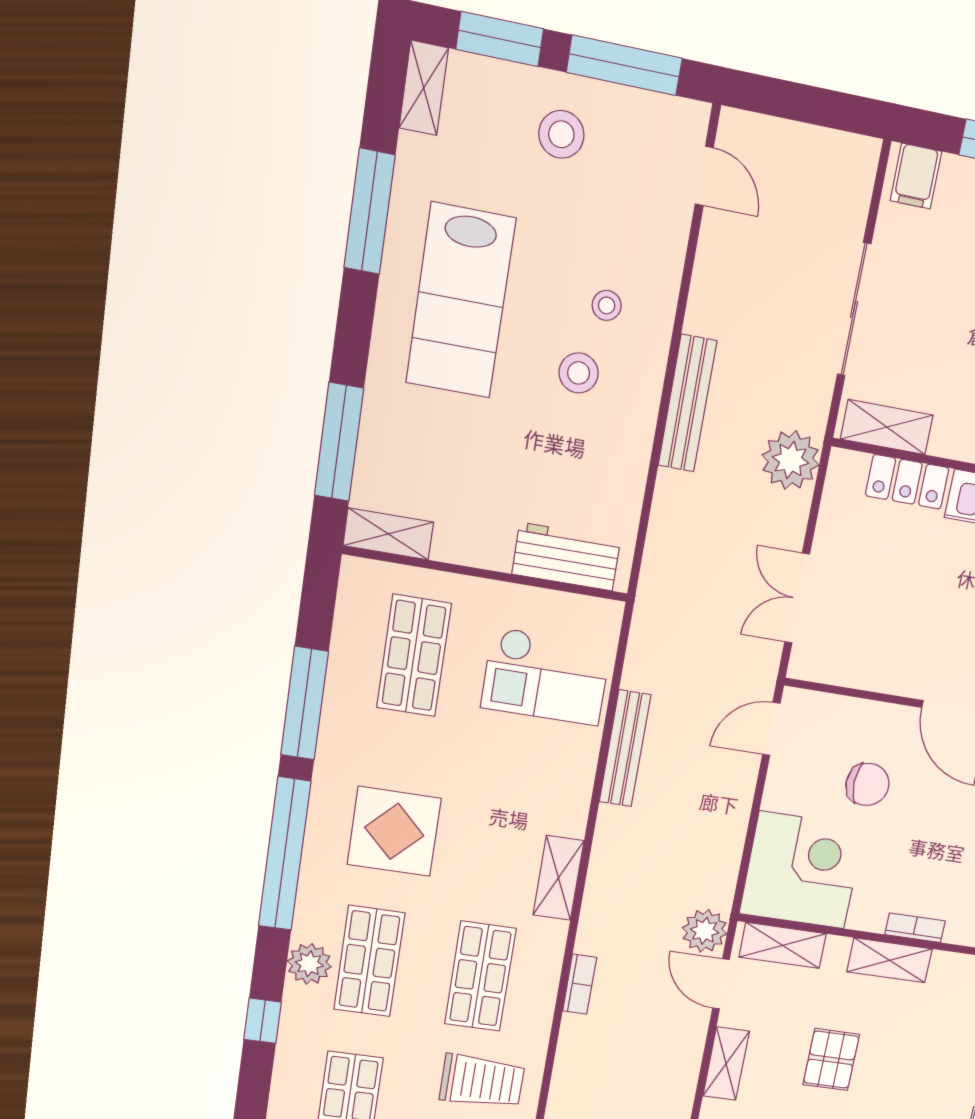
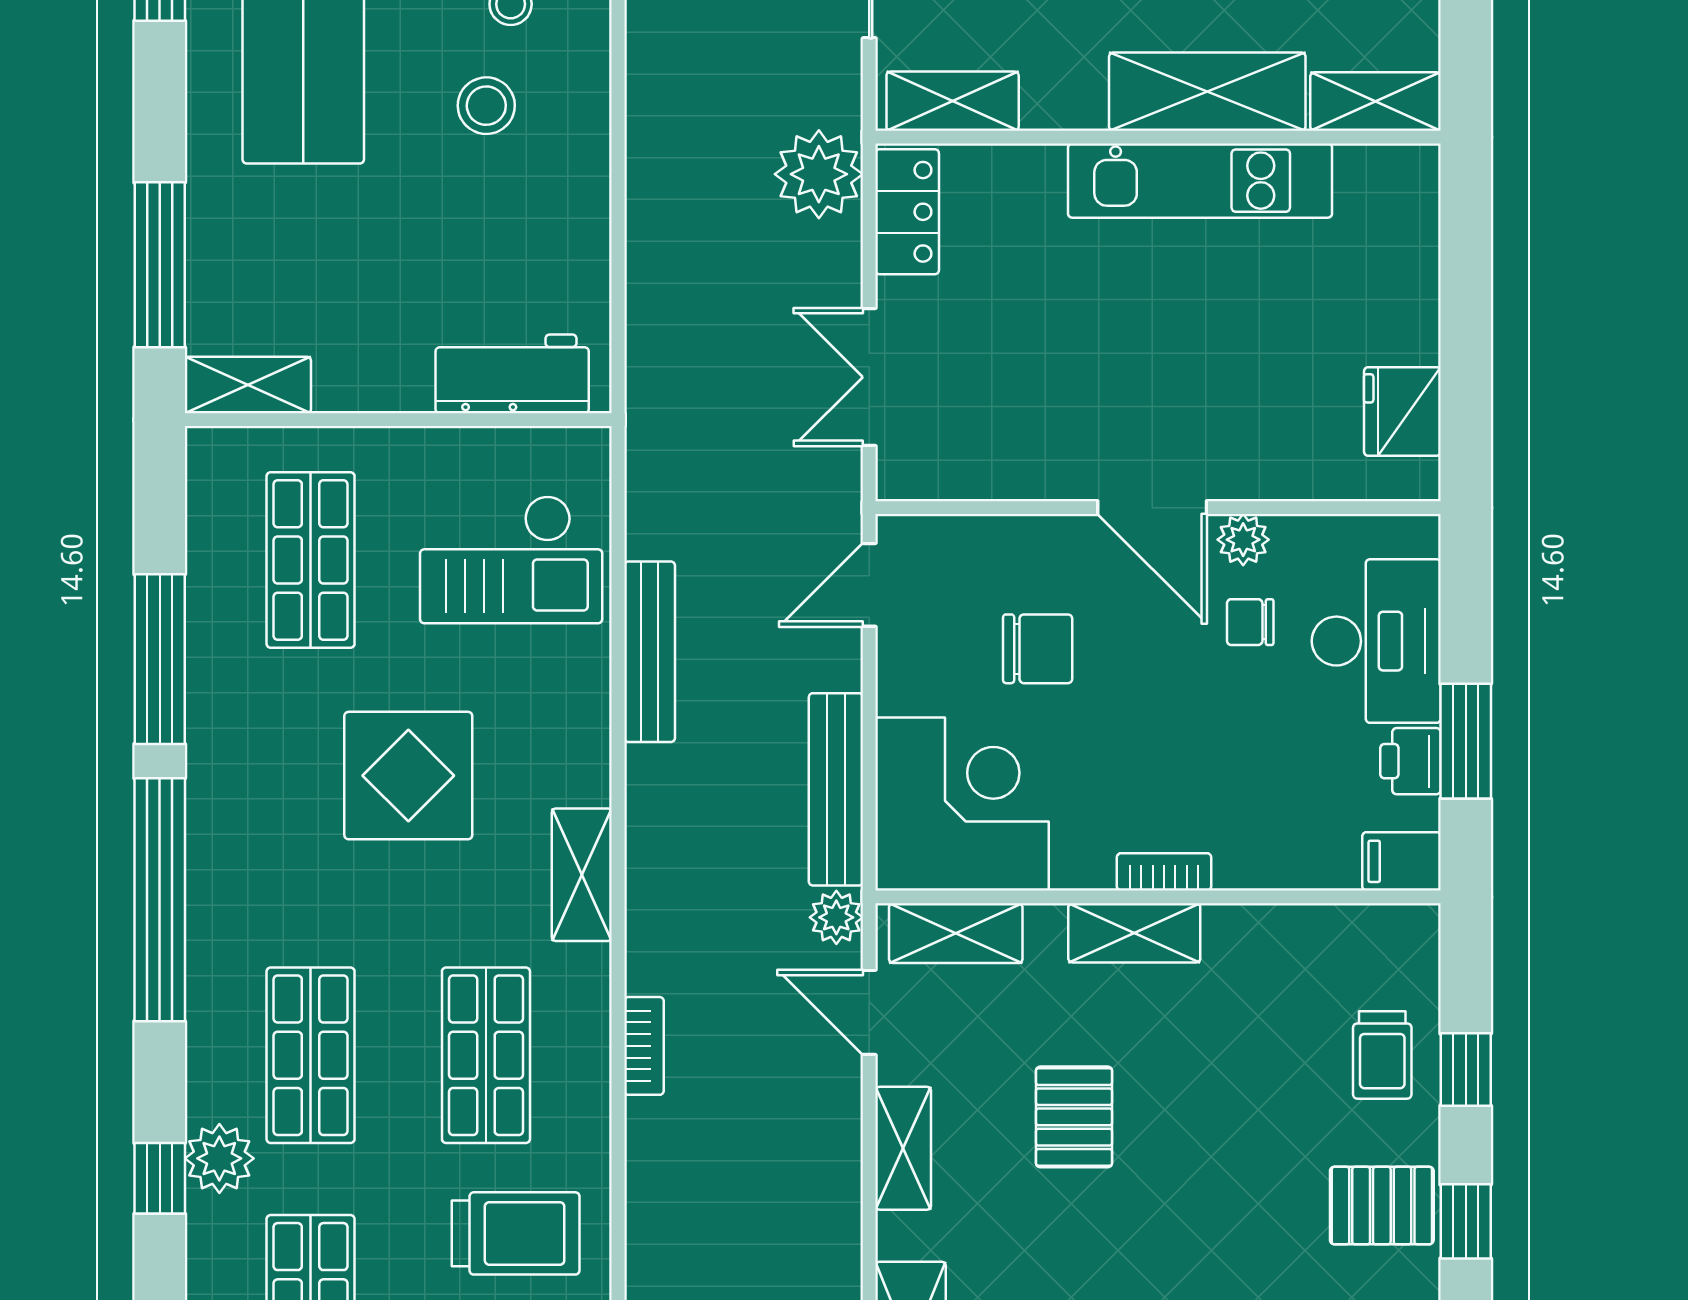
bench: (687, 403) -> (836, 789), moved
locker: (907, 482) -> (907, 212), moved, turned -90
display table: (394, 831) -> (408, 776), moved
plant: (705, 931) -> (836, 917), width x0.73, depth x0.73
plant: (309, 964) -> (219, 1158), moved

